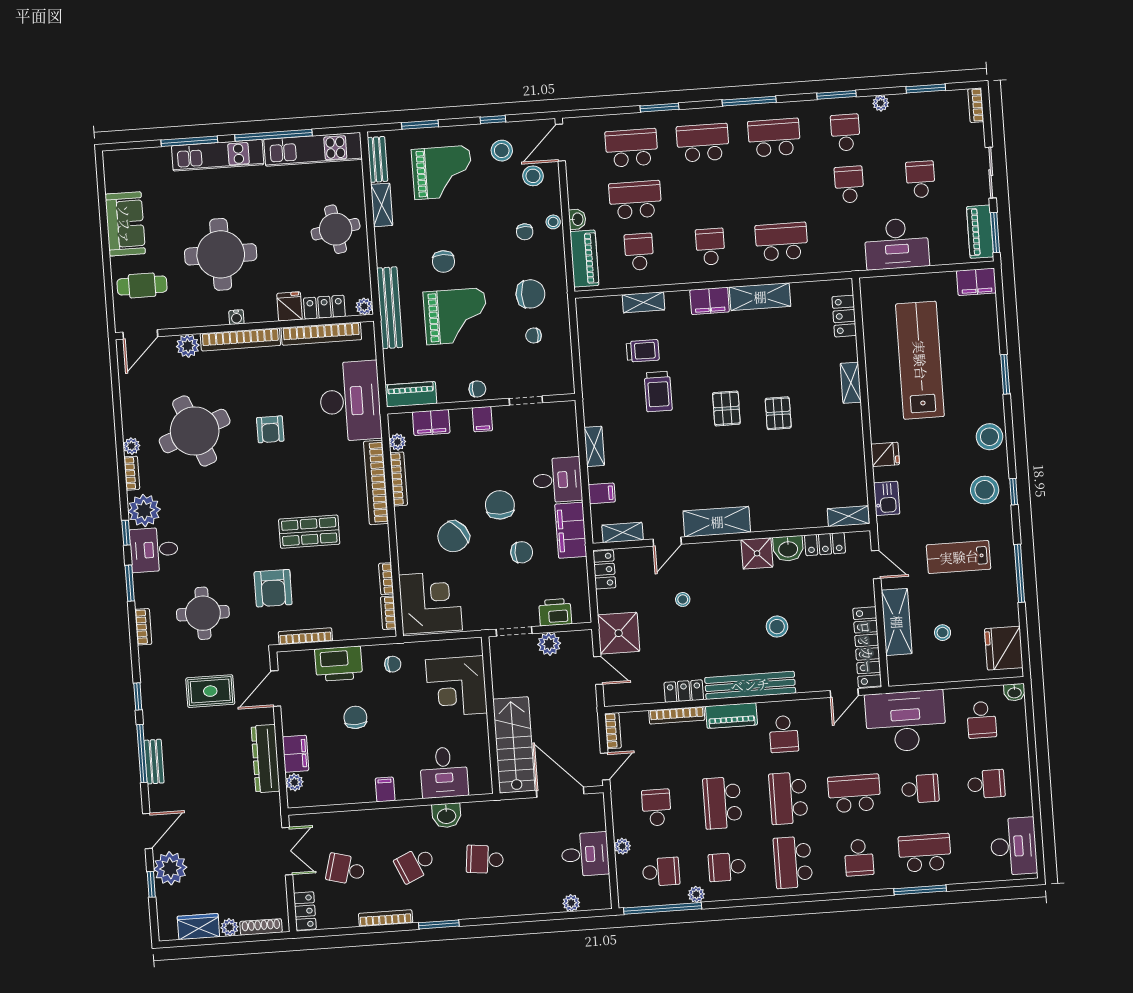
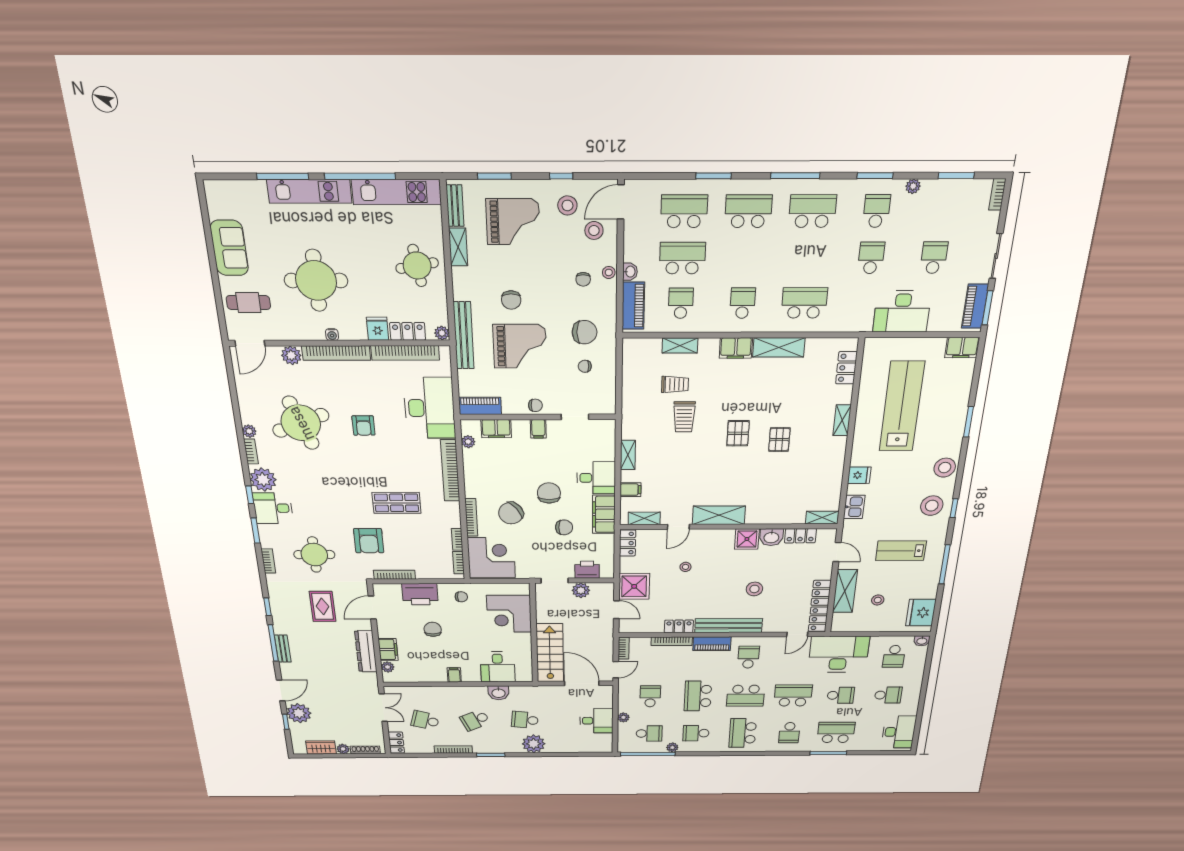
bookcase: (399, 479) -> (471, 517), moved
rug: (210, 691) -> (323, 606), turned 90
school desk: (784, 734) -> (748, 657), turned 180
school desk: (788, 798) -> (746, 696), turned -90
plant: (571, 903) -> (534, 744), moved, width x1.87, depth x1.87

